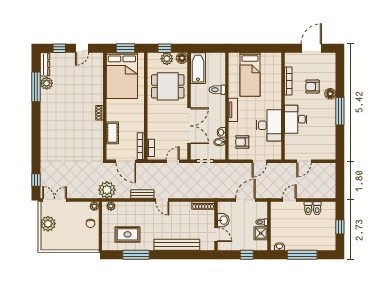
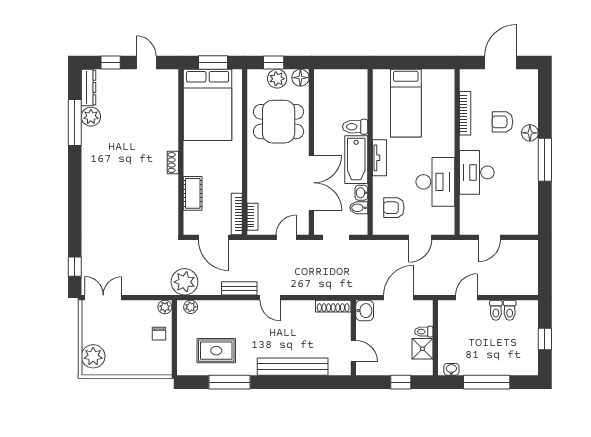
door: (82, 48) -> (146, 63), swing flipped
bathtub: (198, 68) -> (356, 160), moved, turned 180
washbasin: (223, 220) -> (365, 311), moved
plant: (48, 224) -> (93, 356), moved

